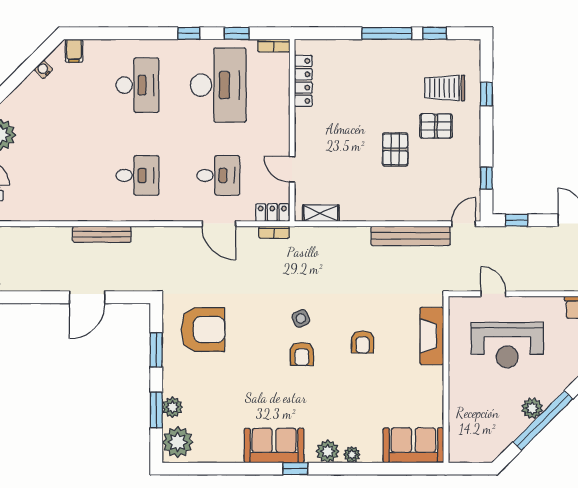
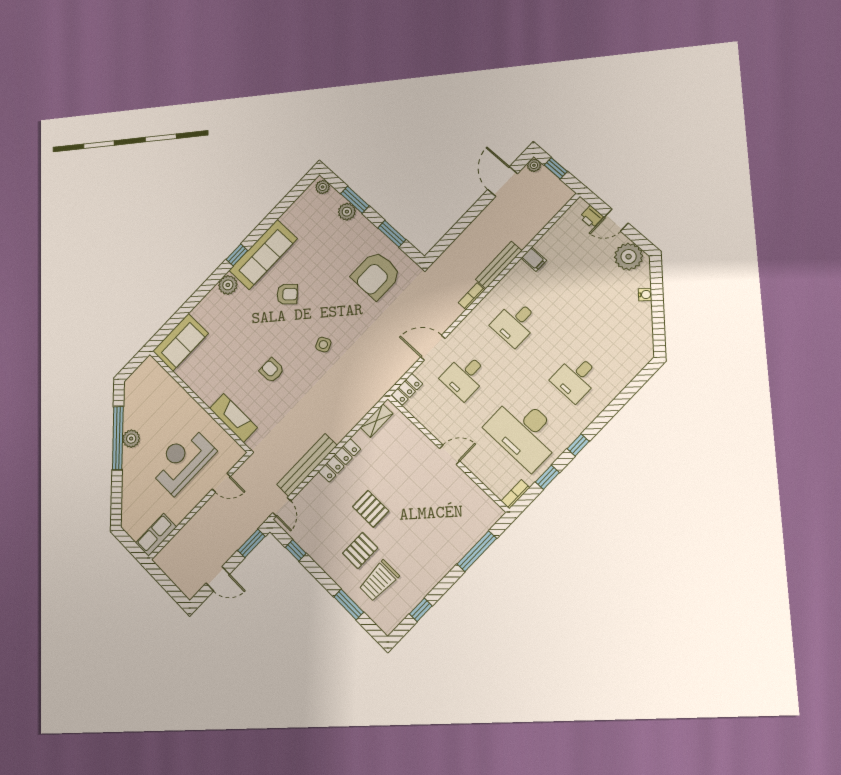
window: (387, 33) -> (477, 551), moved
filing cabinet: (74, 51) -> (534, 259), moved, turned 180
water cooler: (44, 69) -> (645, 295), moved
locker: (303, 81) -> (339, 460), moved, turned -90
desk: (137, 85) -> (576, 378), width x0.73
trolley: (445, 88) -> (379, 581), turned 180
window: (486, 94) -> (349, 604), width x1.50
door: (292, 169) -> (450, 455), moved
window: (516, 220) -> (251, 543), width x1.50
bookcase: (274, 232) -> (472, 296), moved
door: (87, 297) -> (503, 182), moved
armchair: (302, 354) -> (287, 294), moved, turned 137
plant: (178, 442) -> (323, 187), width x0.53, depth x0.53
sofa: (274, 445) -> (263, 255), width x1.36
plant: (352, 455) -> (212, 298), removed

